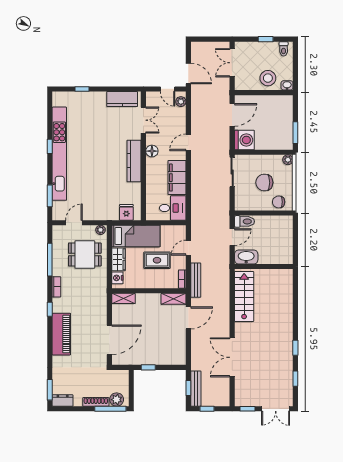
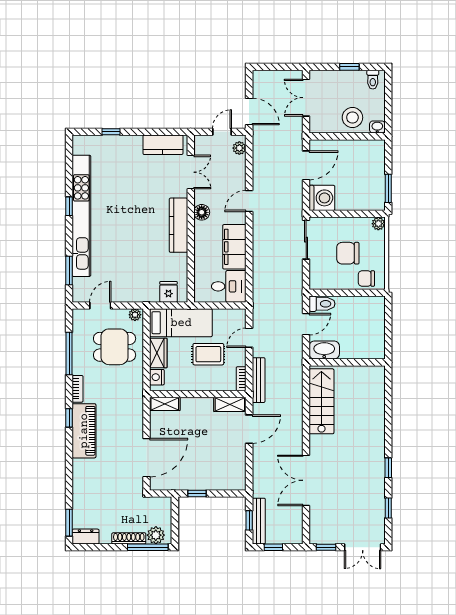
door: (168, 89) -> (222, 132), swing flipped
piano: (61, 334) -> (84, 431), moved

